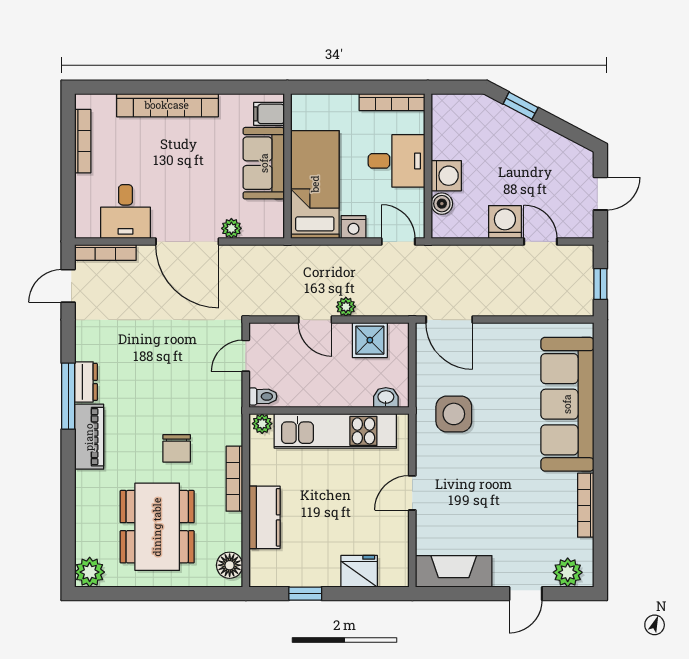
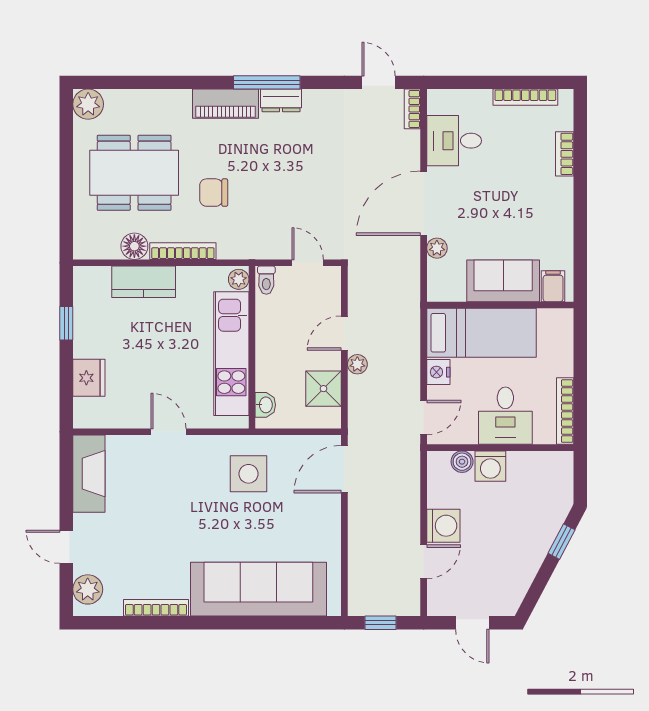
bookcase: (167, 105) -> (565, 154), width x0.43, depth x0.76
bookcase: (105, 252) -> (412, 109), width x0.64
floor lamp: (230, 565) -> (134, 246), moved

